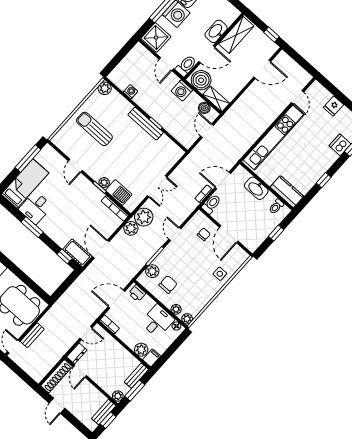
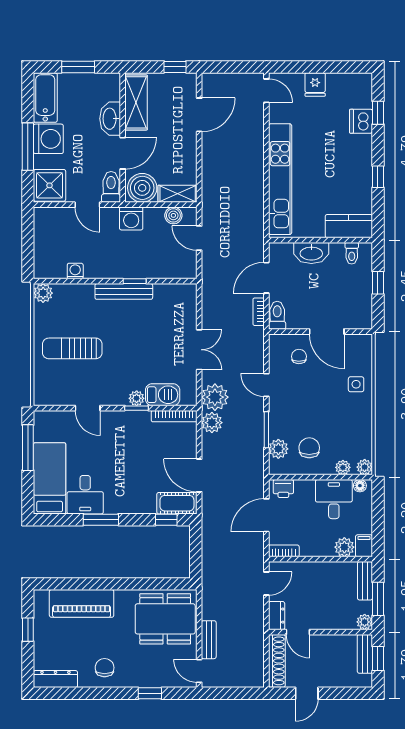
door: (297, 97) -> (266, 91), moved
door: (57, 406) -> (307, 693), hinge flipped

